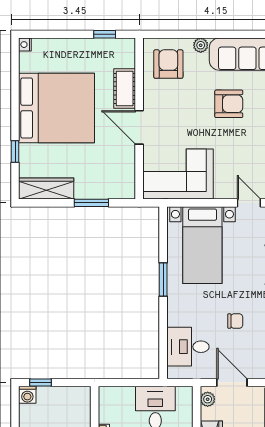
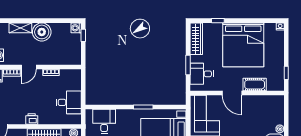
armchair: (168, 64) -> (269, 110), removed
door: (139, 127) -> (232, 93), swing flipped
desk: (106, 179) -> (202, 74), added

